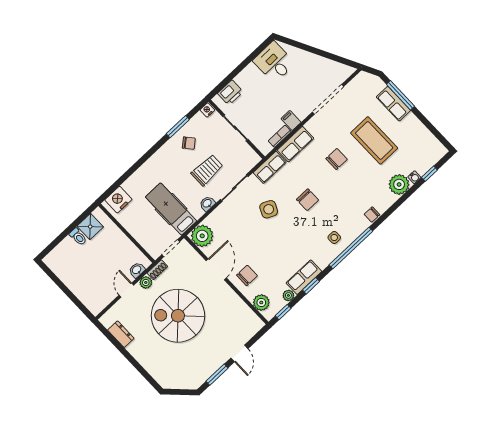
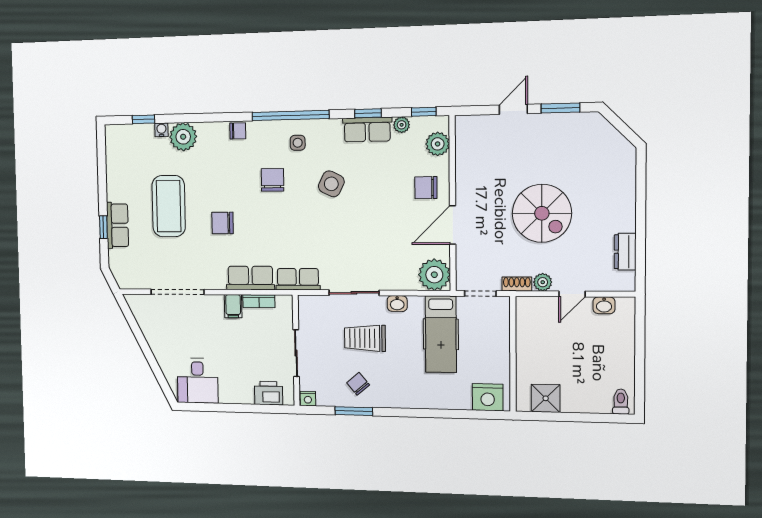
window: (400, 95) -> (103, 227), width x0.46
chair: (308, 200) -> (273, 180), moved
side table: (269, 209) -> (331, 184), moved
toilet: (78, 237) -> (621, 402), moved
washbasin: (137, 270) -> (604, 305), moved
spiral stairs: (178, 316) -> (542, 213), width x0.73, depth x0.73

